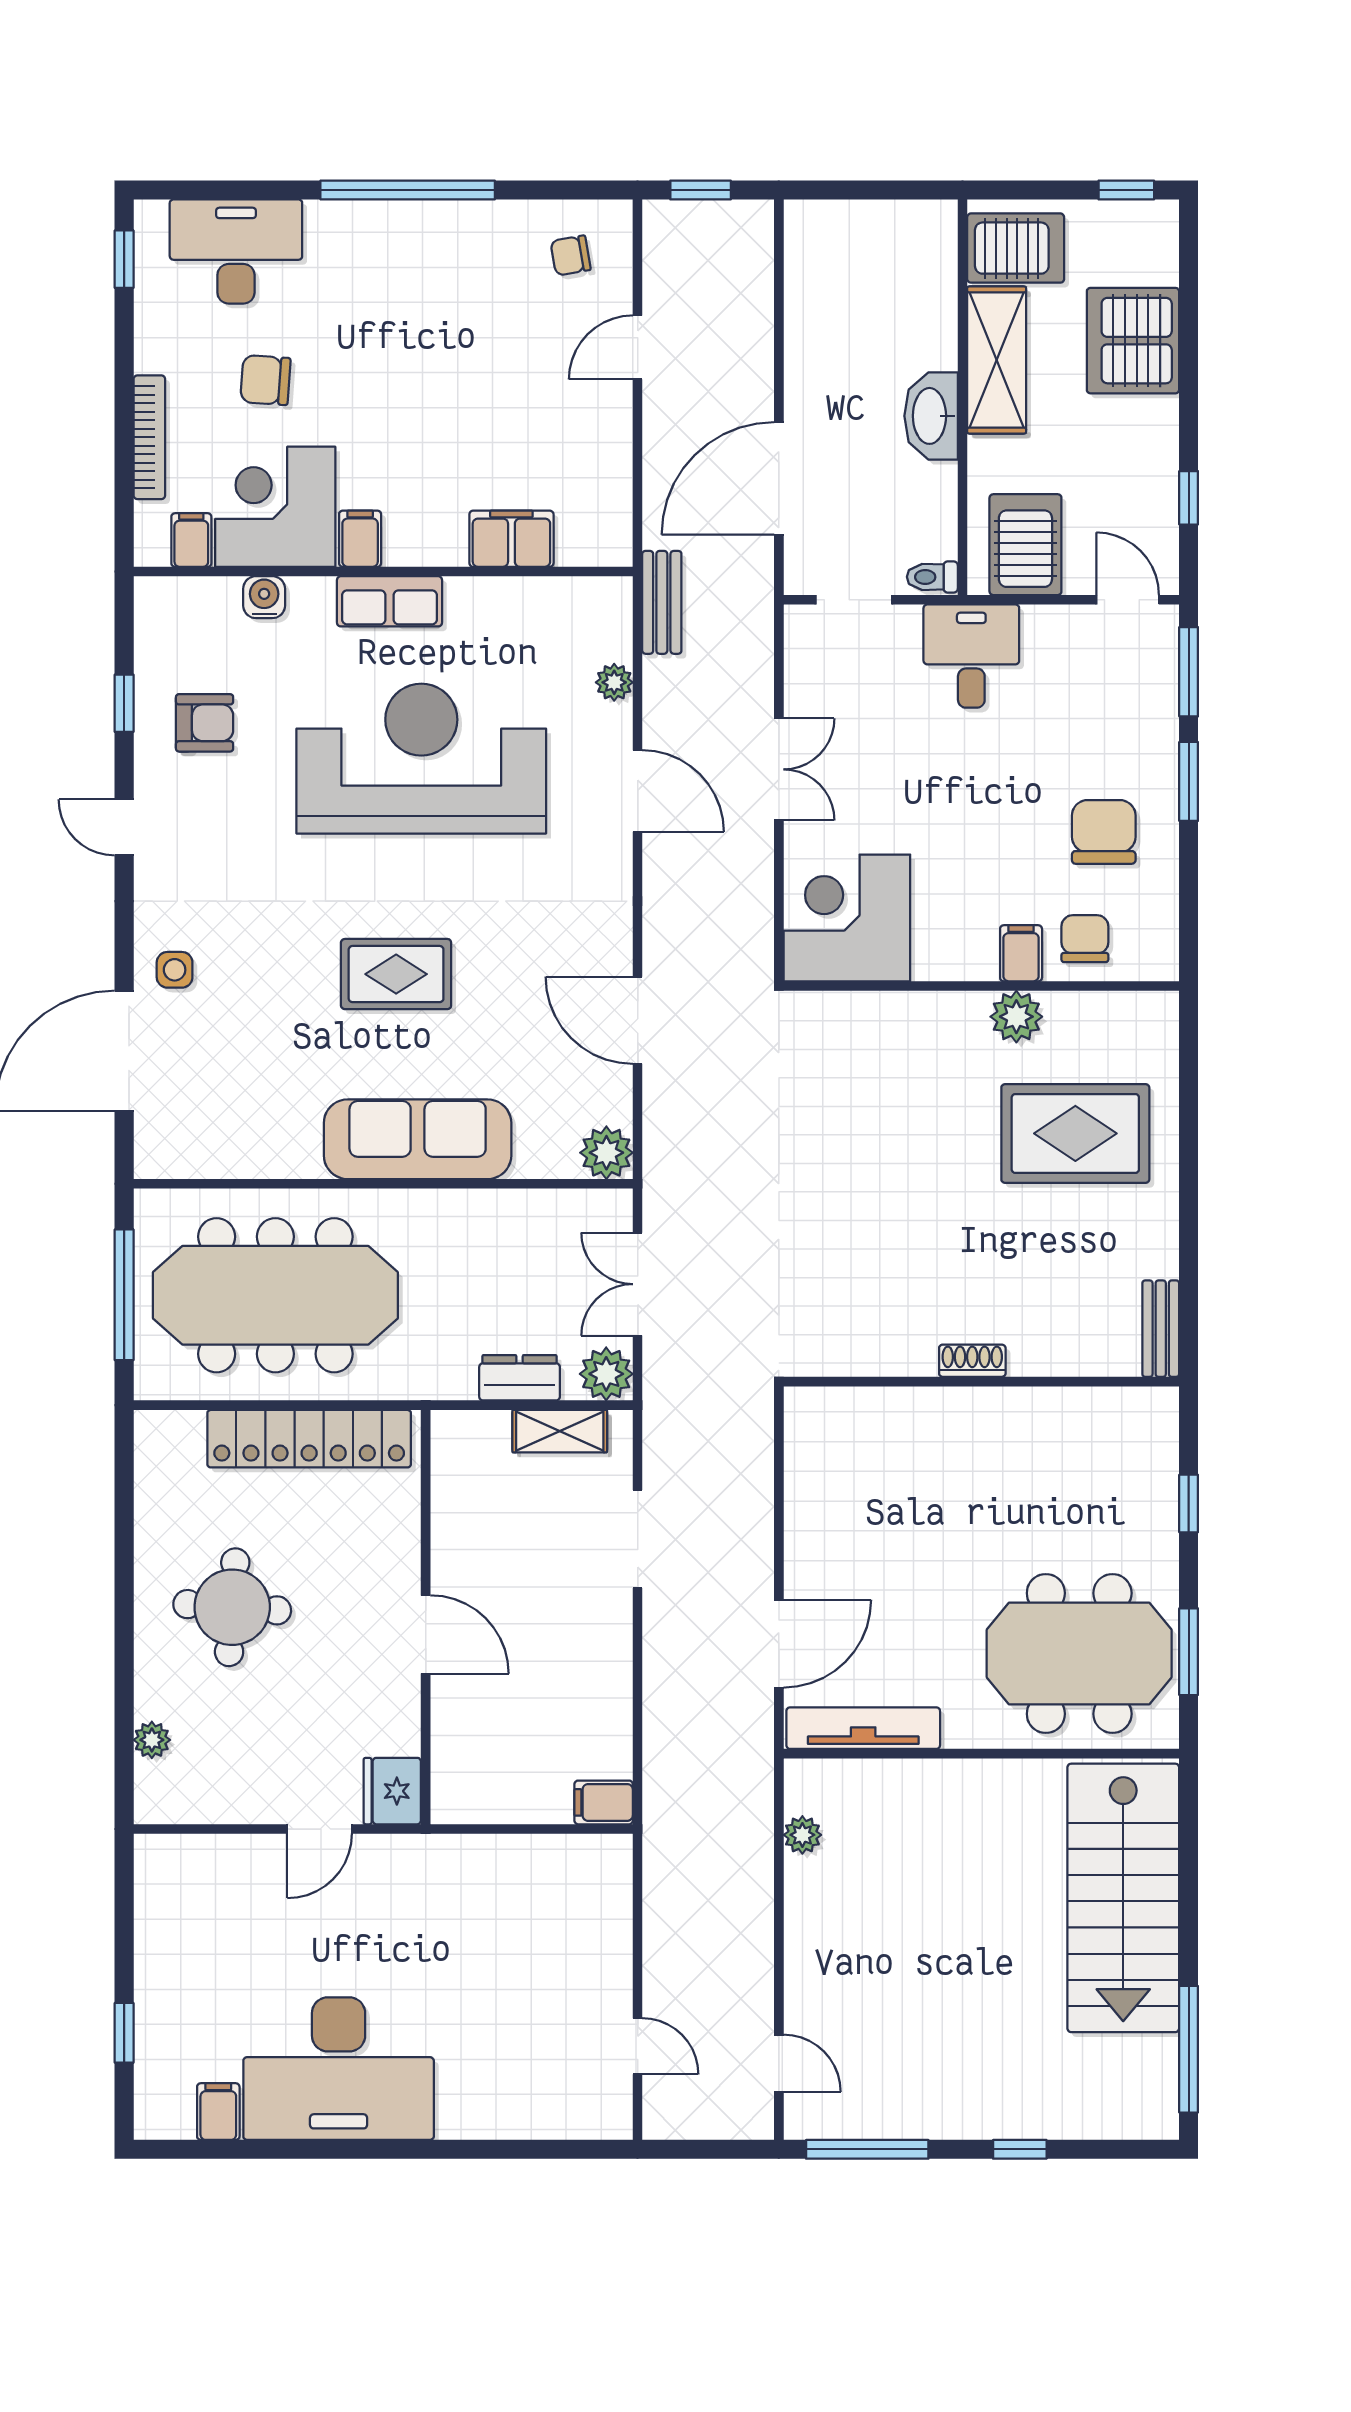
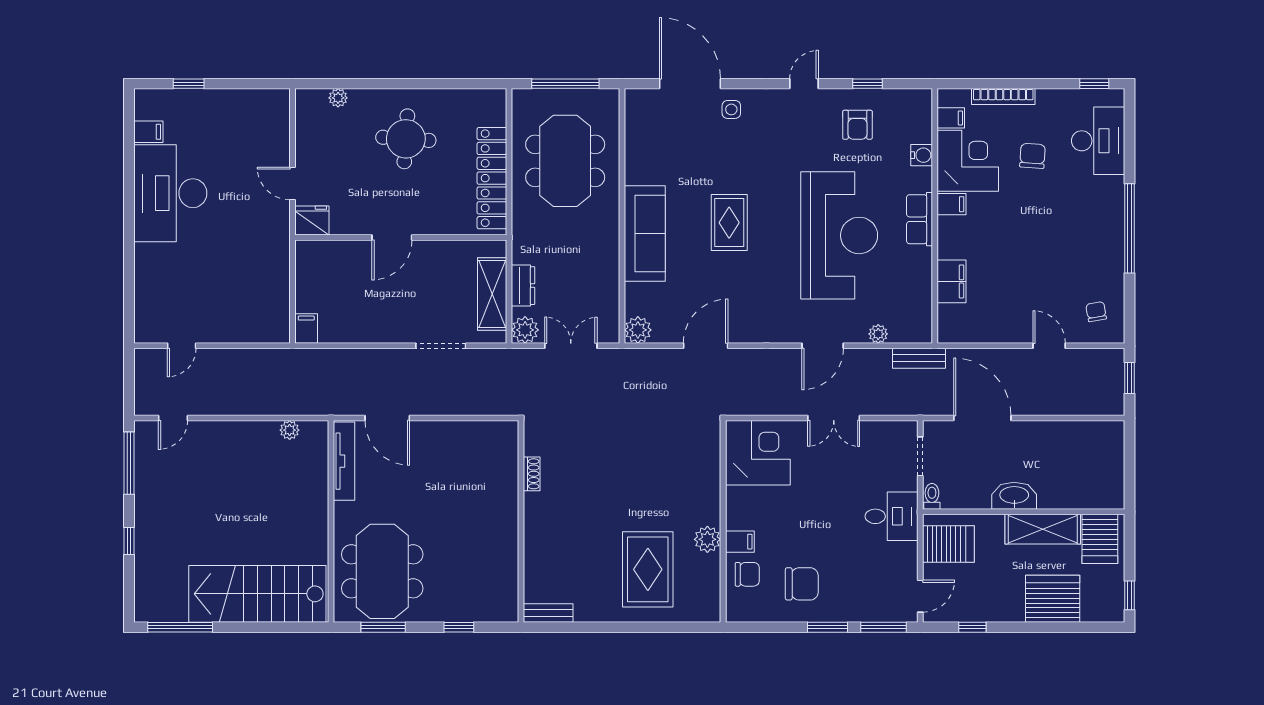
meeting table: (275, 1295) -> (565, 161), width x0.73
shoe rack: (972, 1361) -> (532, 474), moved
shelving: (560, 1431) -> (492, 294), width x1.50, depth x1.33

